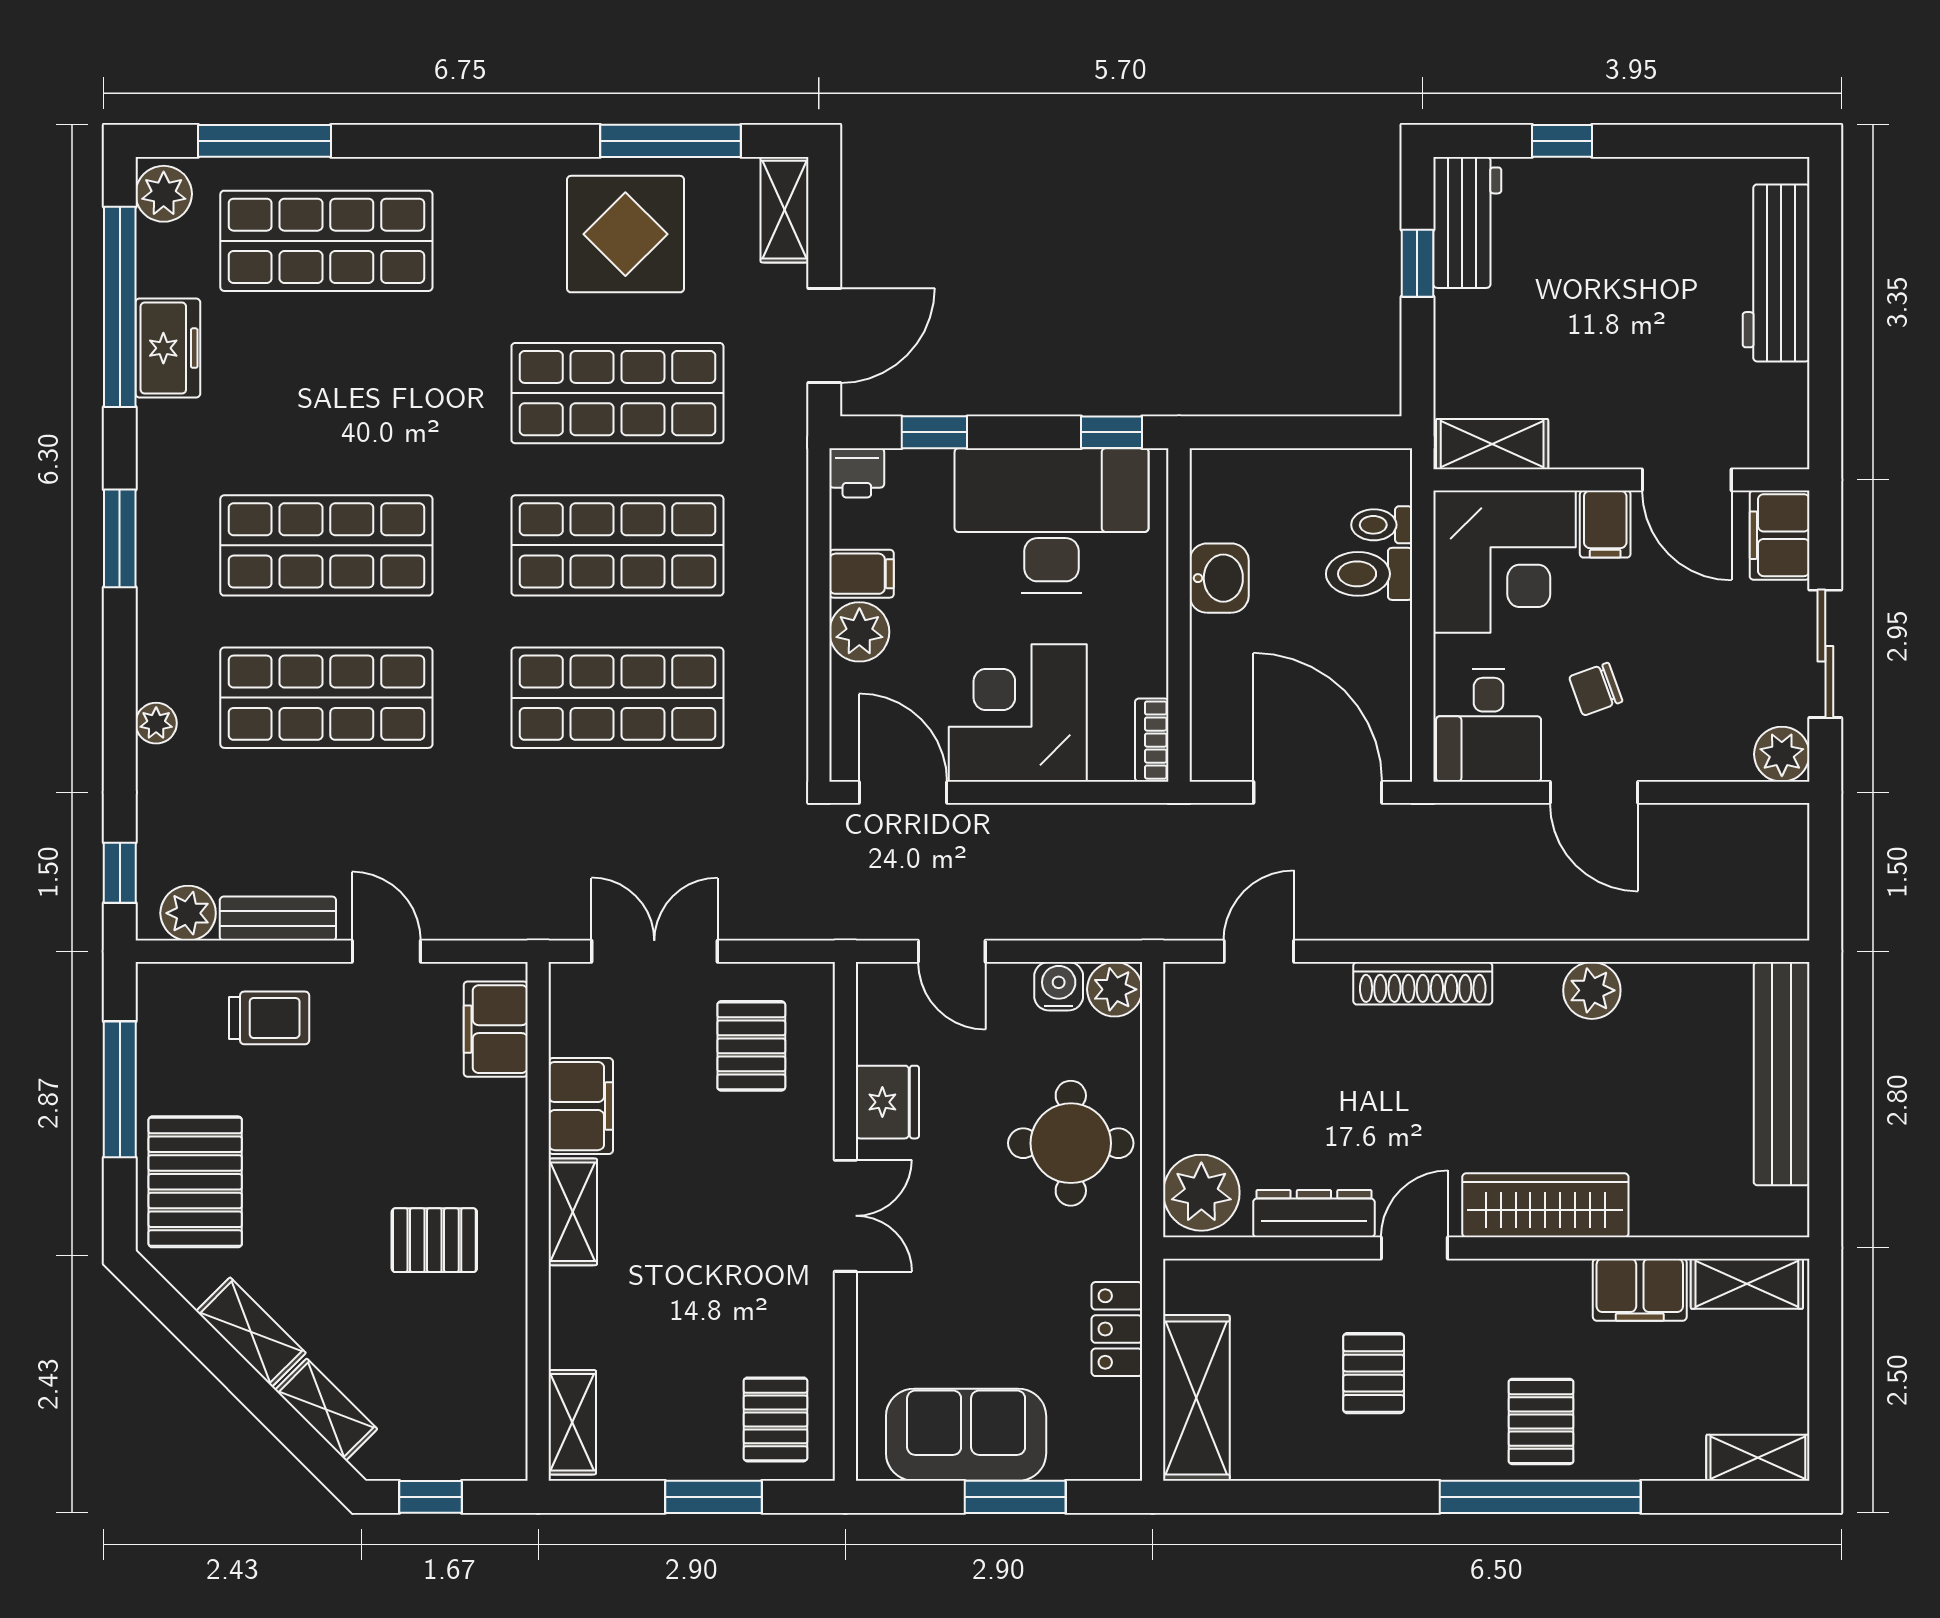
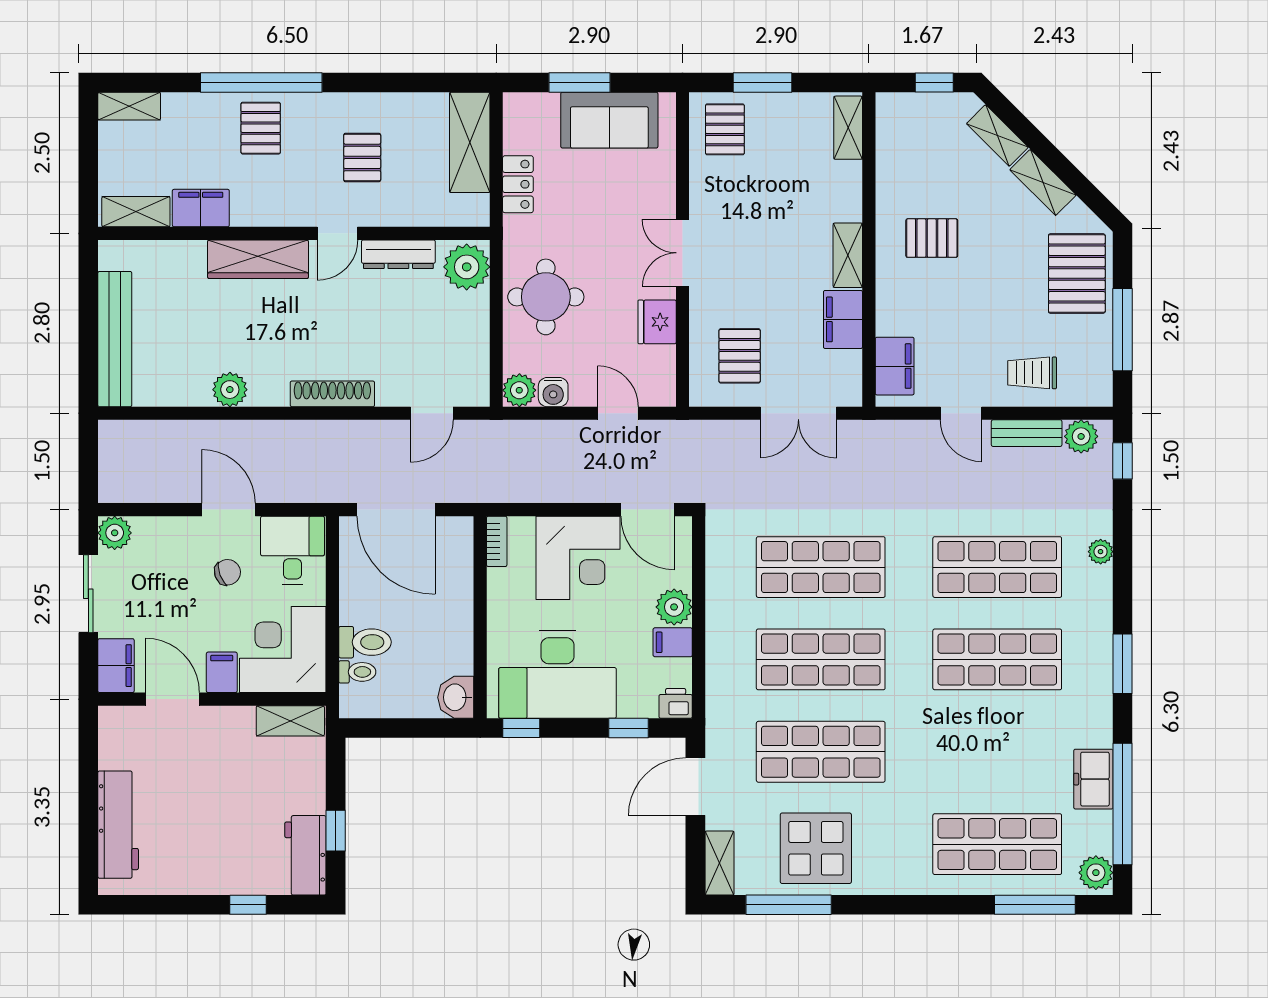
washbasin: (1219, 578) -> (456, 697), moved

